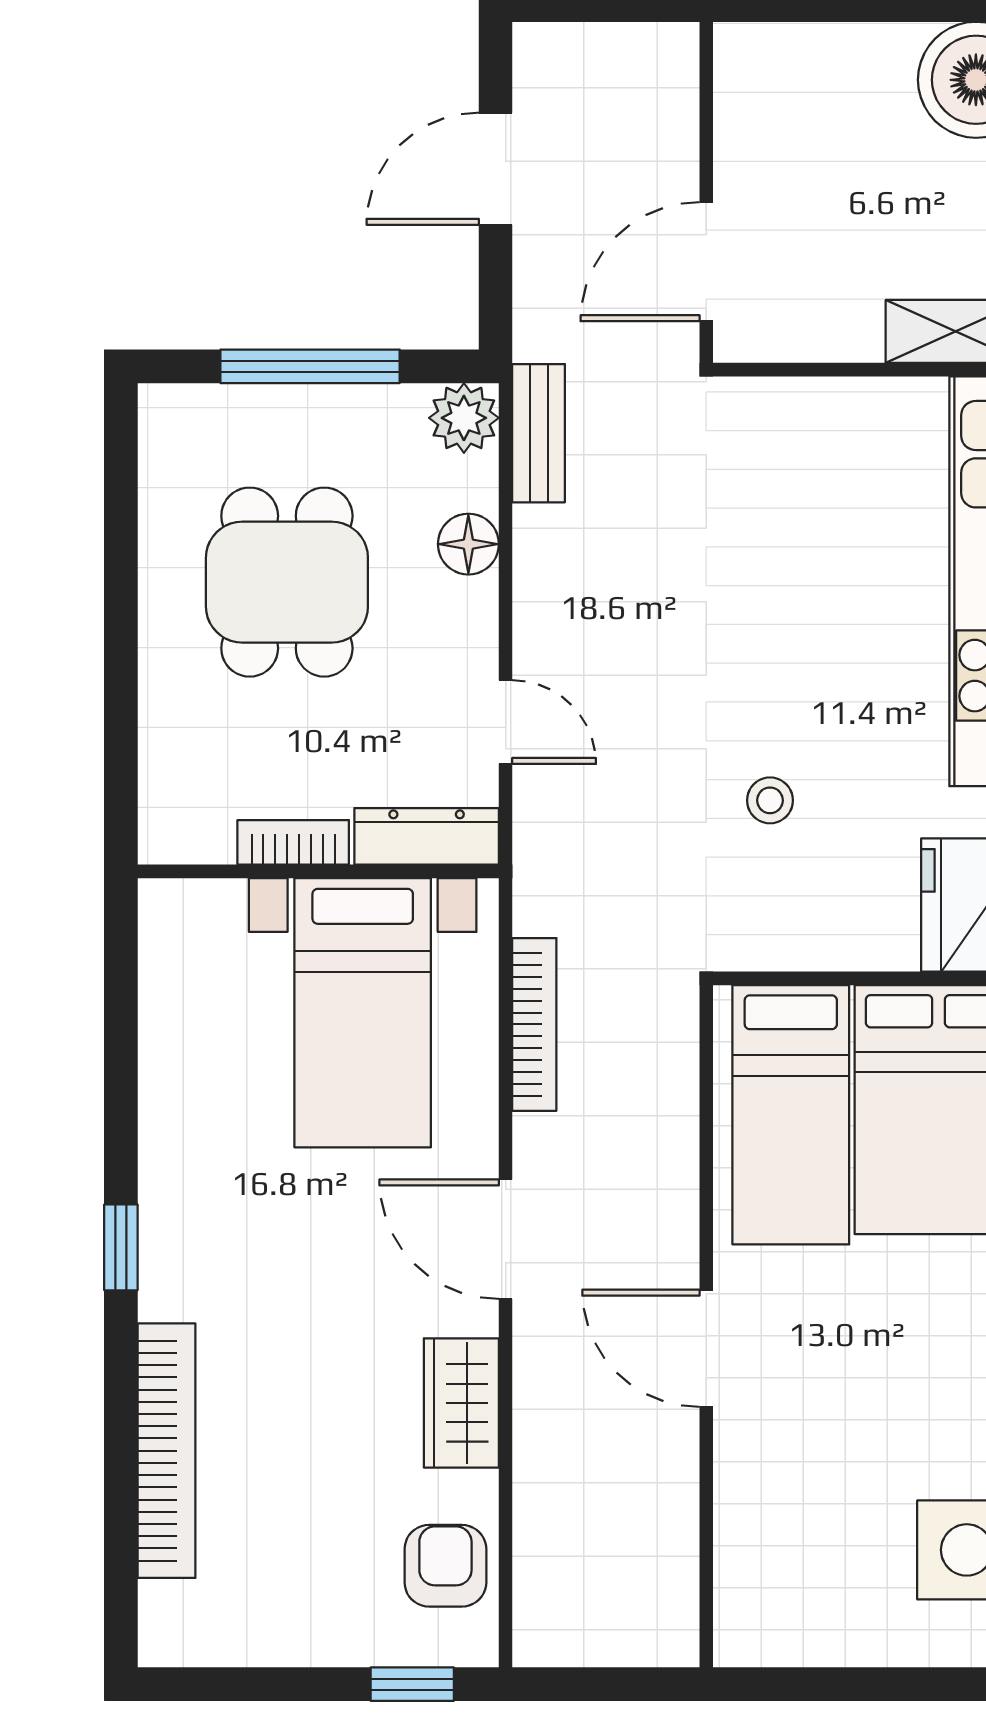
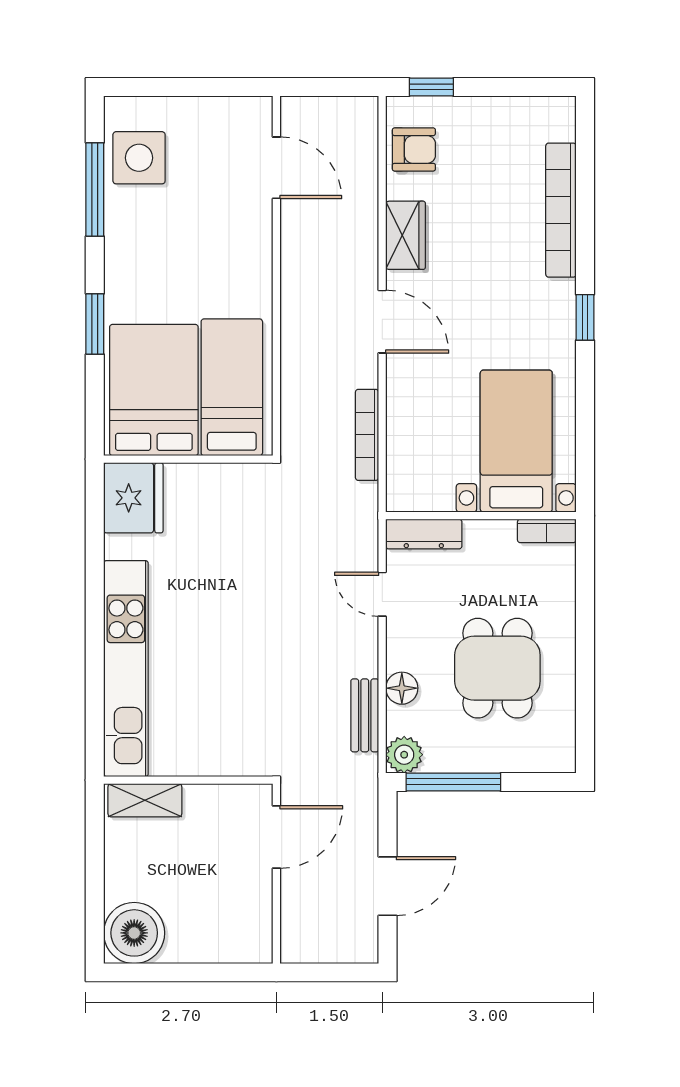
window: (310, 366) -> (453, 782), moved
bench: (539, 433) -> (365, 715), moved
stool: (770, 800) -> (243, 553), removed
bookcase: (293, 842) -> (547, 531), moved
bed with nightstands: (363, 1013) -> (516, 441), moved
door: (706, 1348) -> (276, 168), moved
armchair: (445, 1566) -> (414, 149), turned -90

